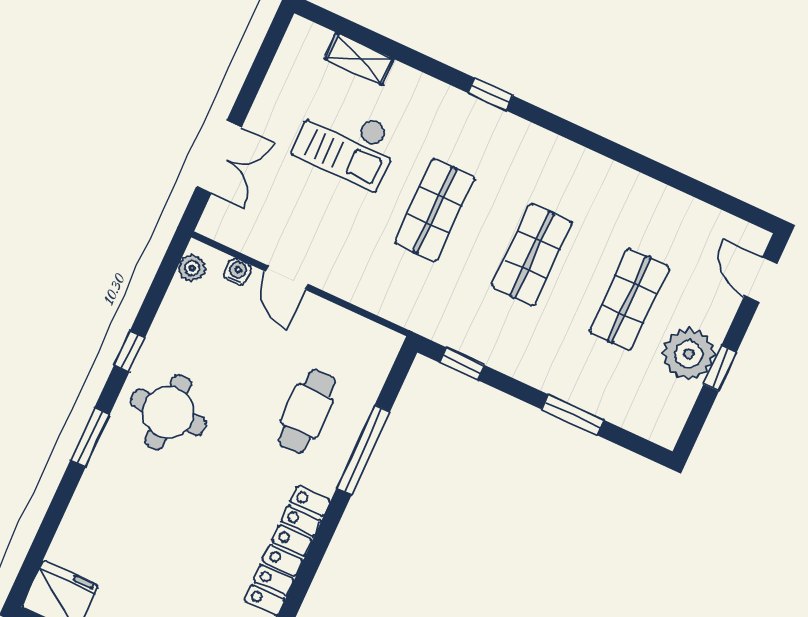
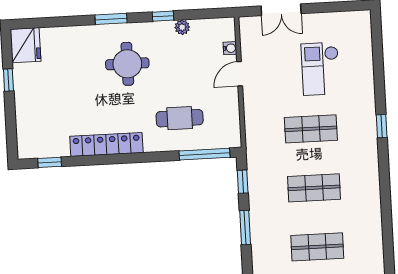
shelving: (359, 59) -> (365, 53), removed
plant: (192, 268) -> (182, 27), moved
round table: (168, 412) -> (127, 64), moved
window: (573, 415) -> (245, 228), moved
window: (363, 450) -> (205, 154), moved

